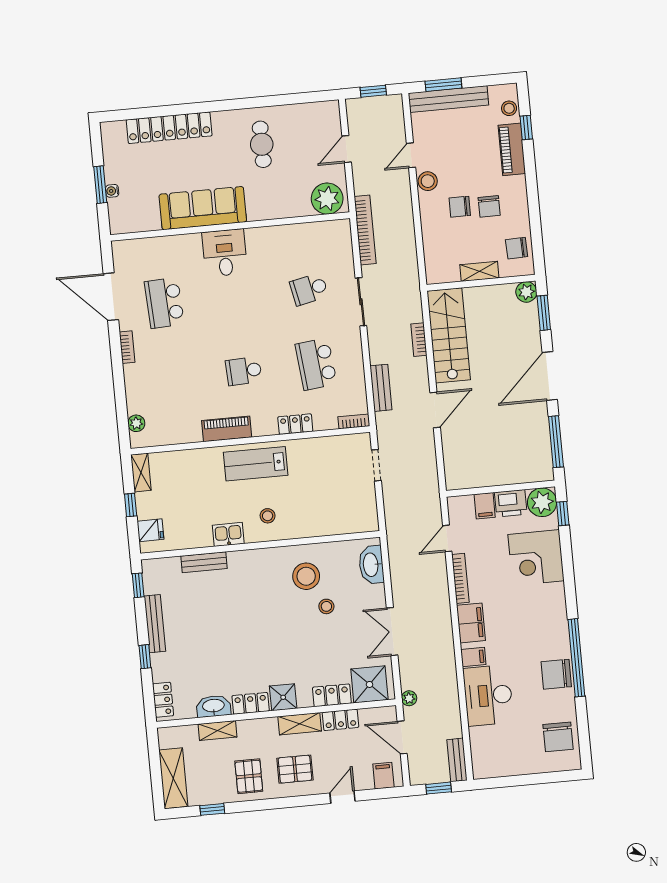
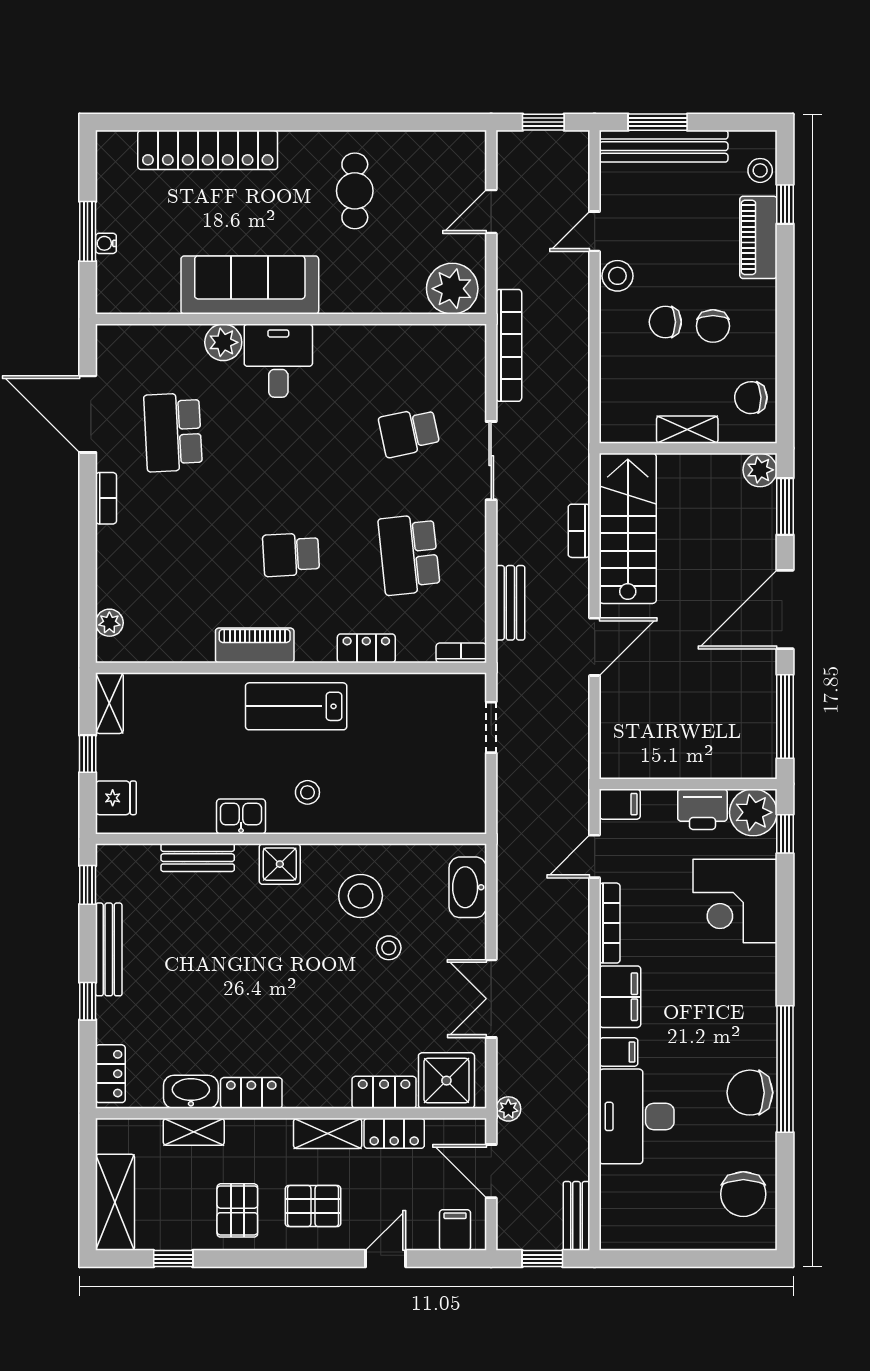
plant: (190, 245) -> (223, 342), added
filing cabinet: (485, 506) -> (620, 804), moved, turned -90
shower: (283, 697) -> (280, 864), moved

